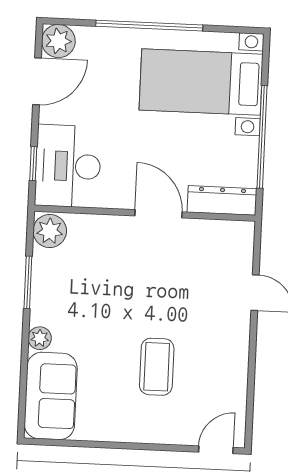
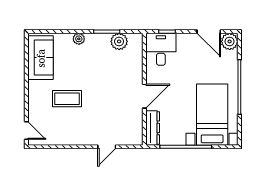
desk: (68, 166) -> (161, 49), width x0.73
plant: (50, 231) -> (119, 41), moved
sofa: (51, 396) -> (41, 58), moved, turned -90

